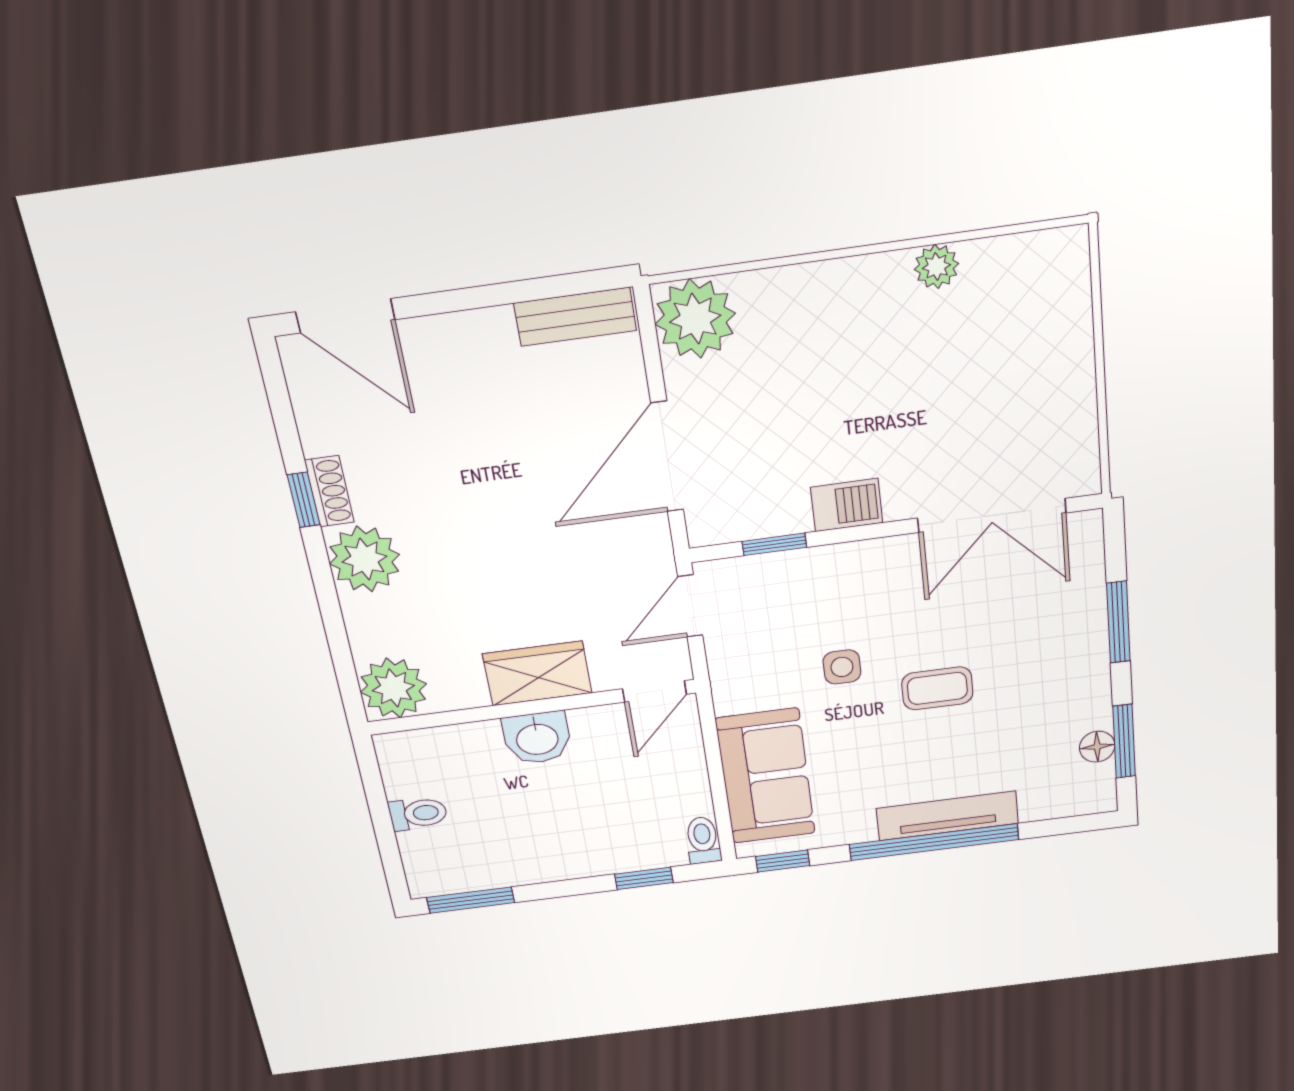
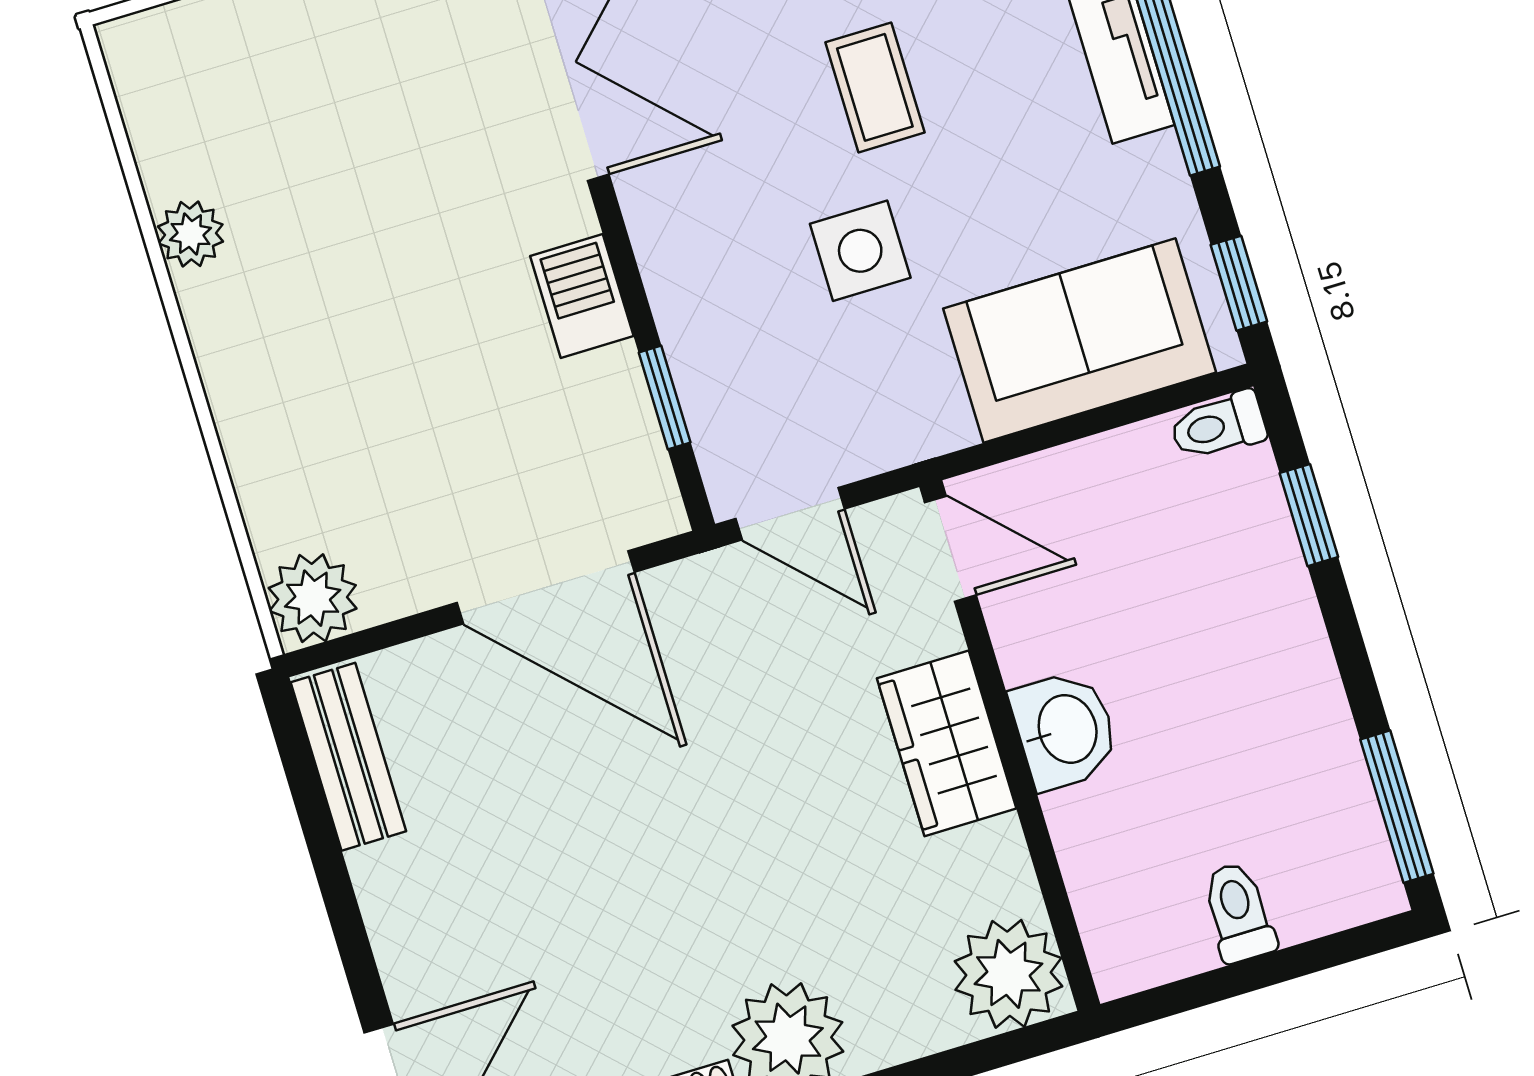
plant: (695, 319) -> (313, 598), width x0.73, depth x0.73
side table: (842, 667) -> (860, 251), width x1.37, depth x1.37

